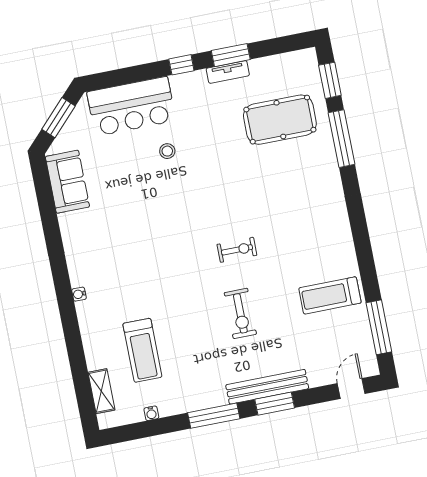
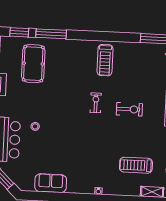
sofa: (67, 182) -> (51, 183), moved
treadmill: (330, 295) -> (105, 60), moved
treadmill: (142, 350) -> (136, 165), turned 180

